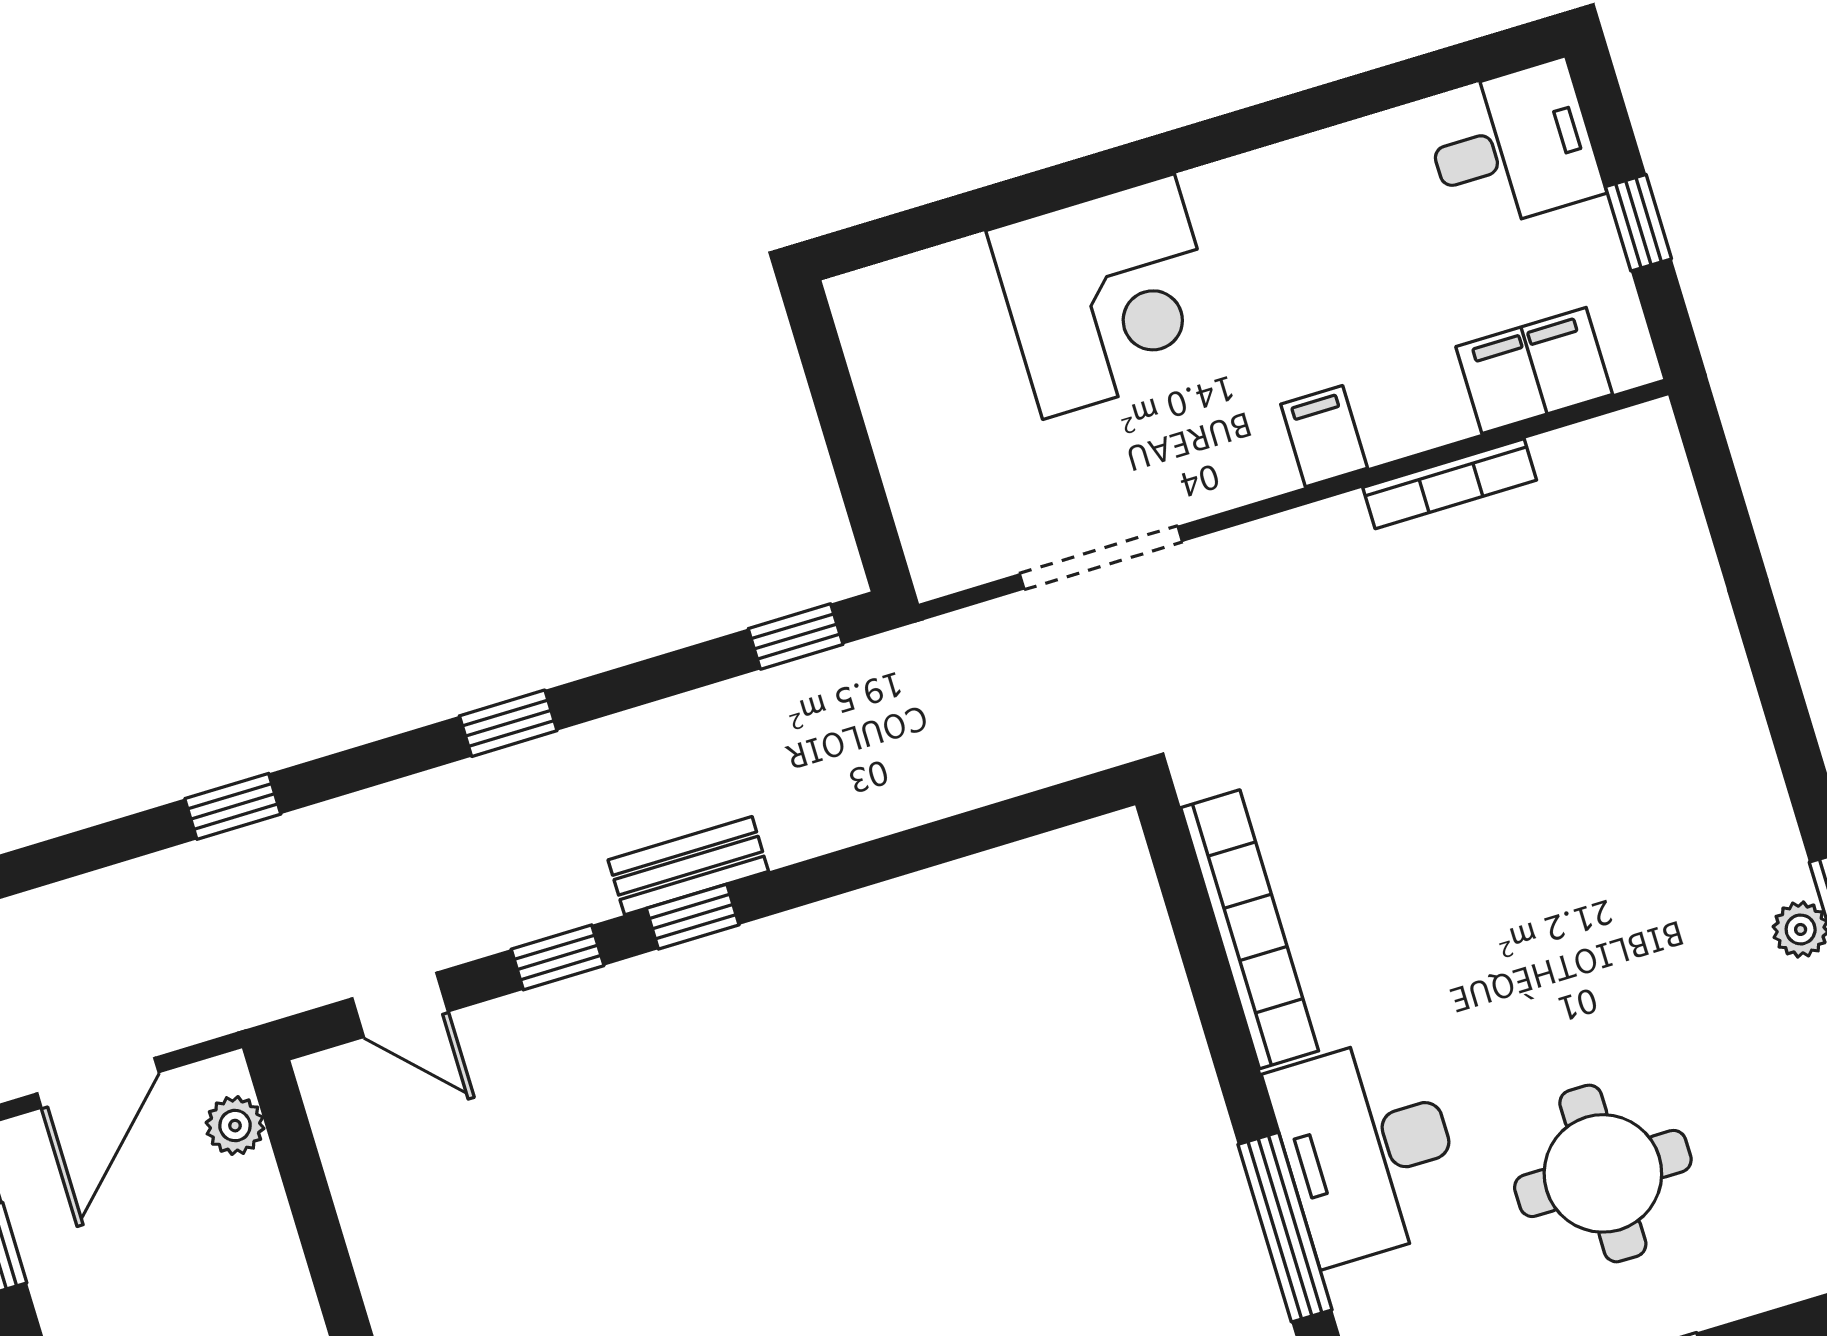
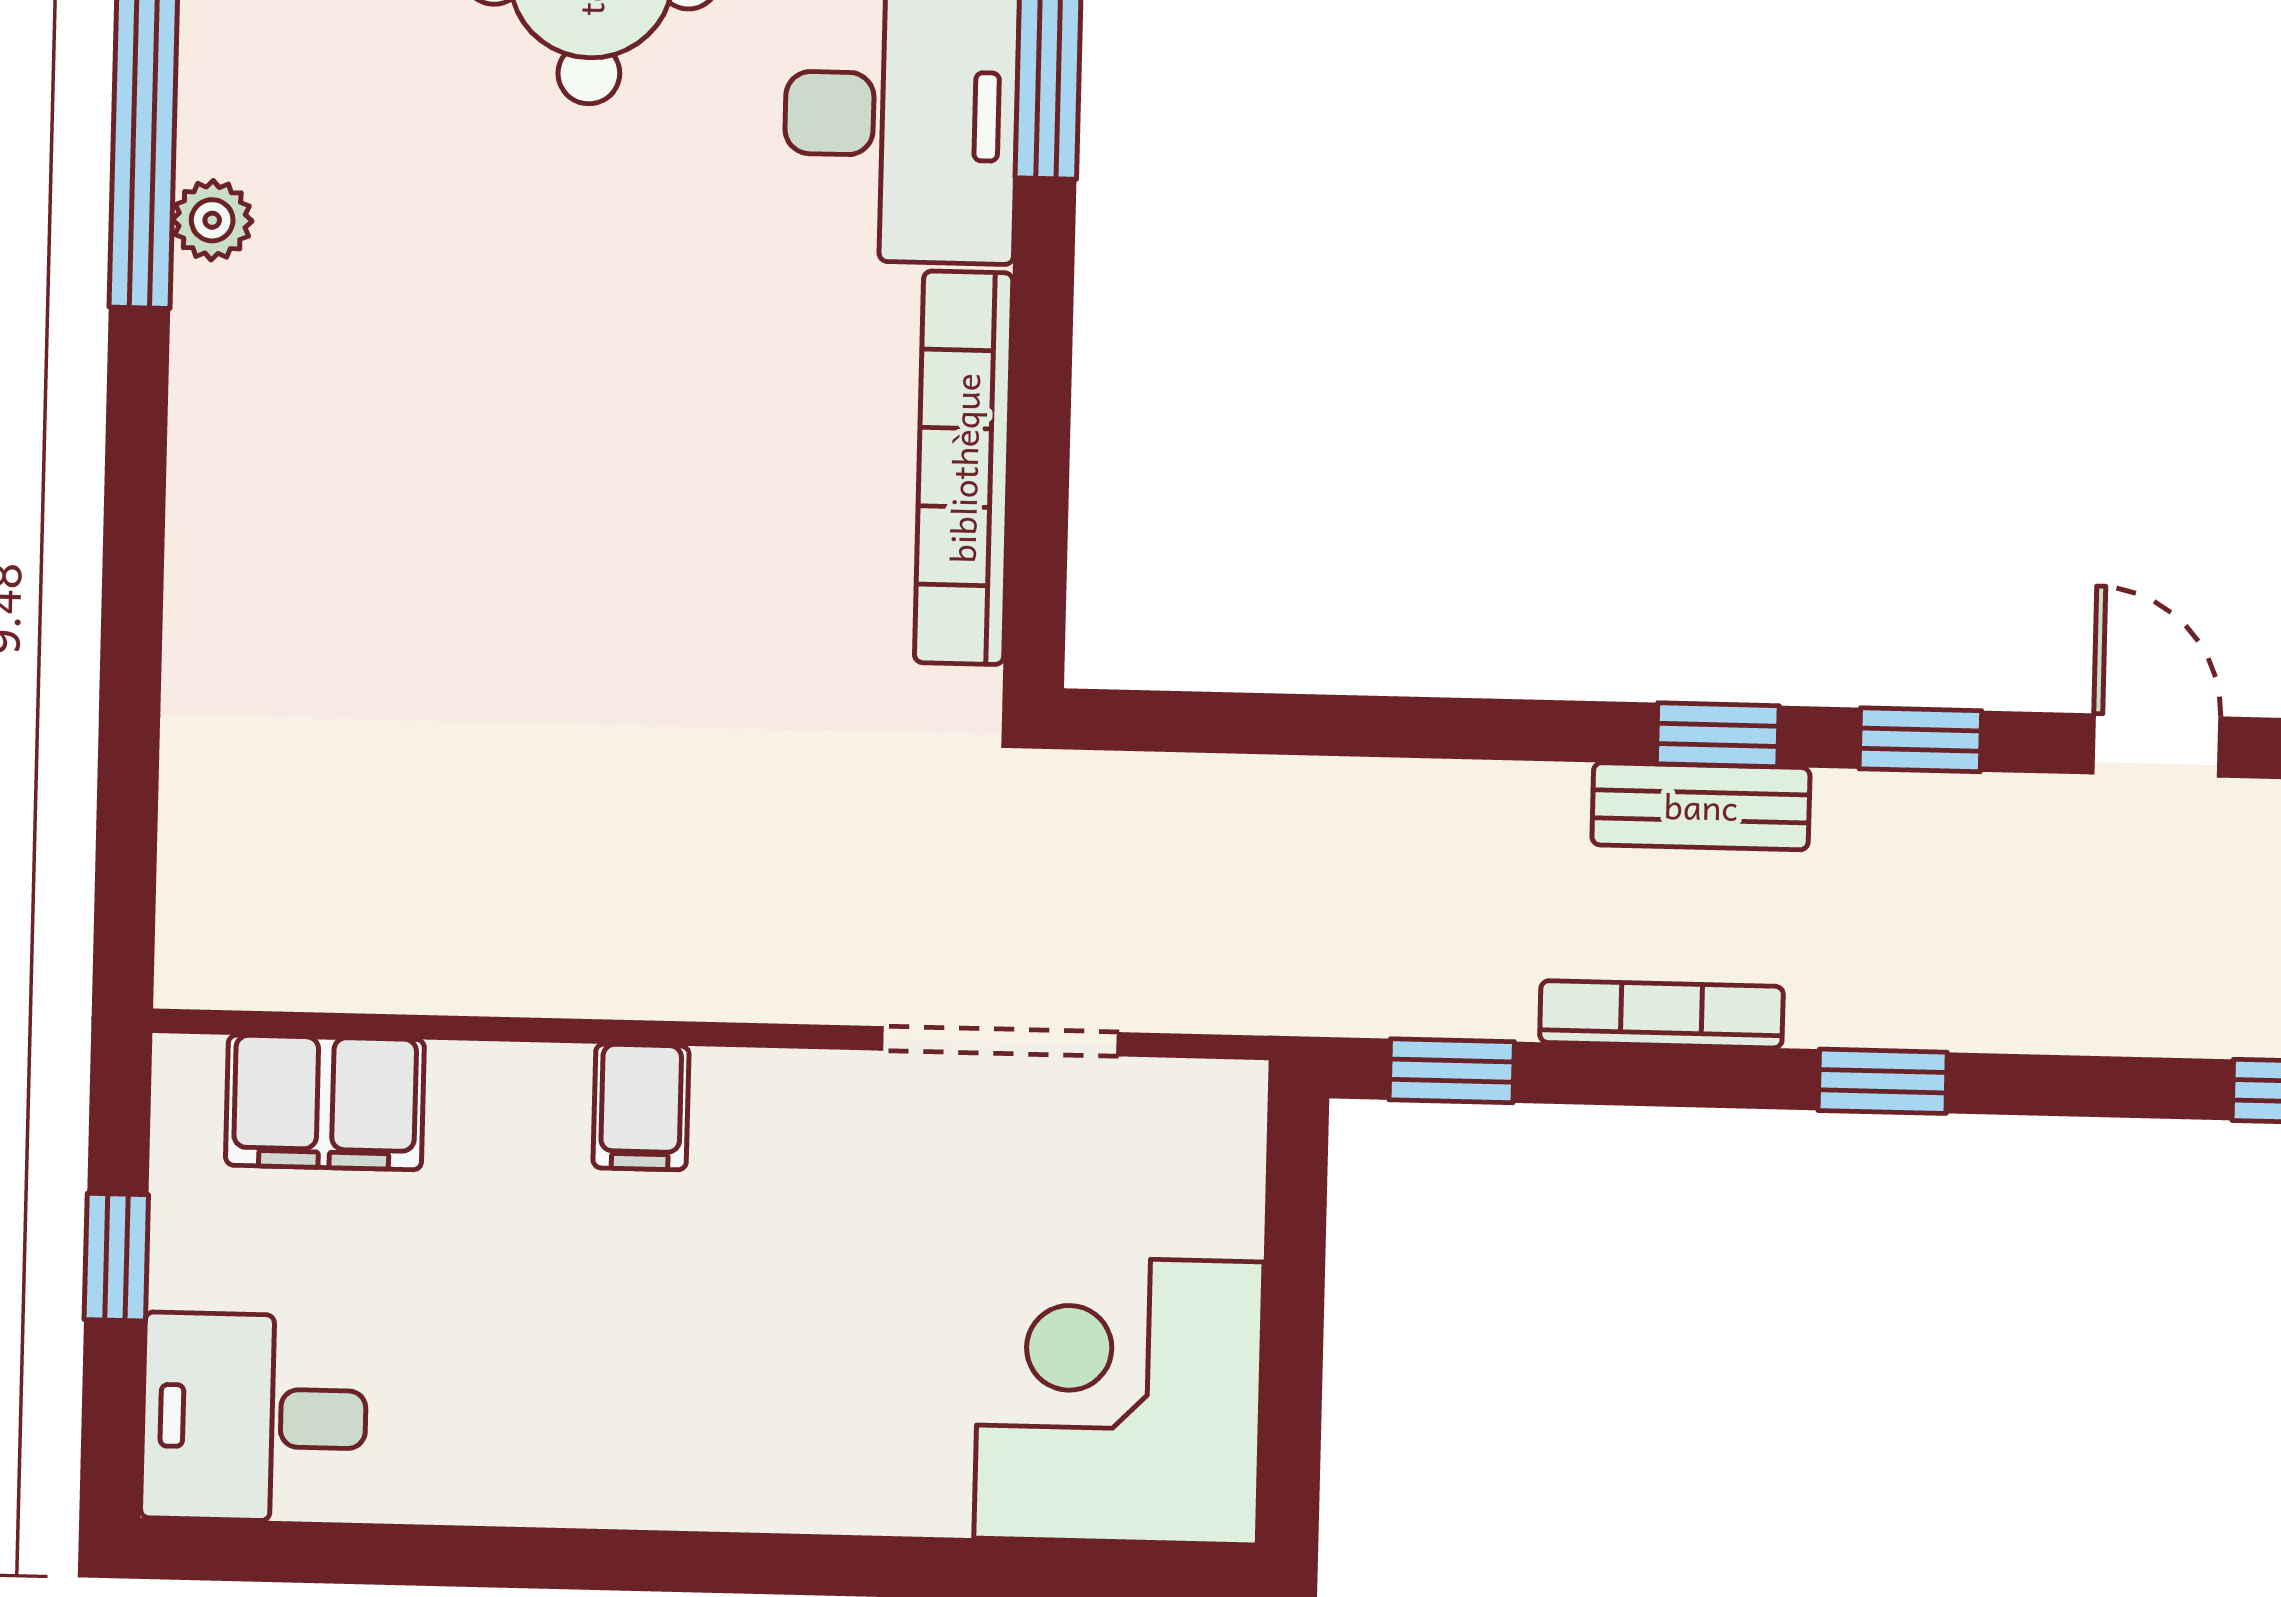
corner desk: (1109, 297) -> (1119, 1400), moved
bookcase: (1450, 484) -> (1661, 1014), moved

